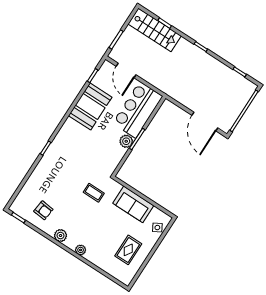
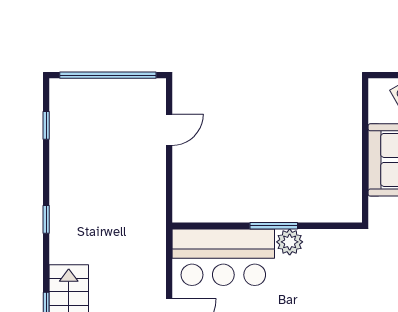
door: (205, 122) -> (169, 130), width x0.53

